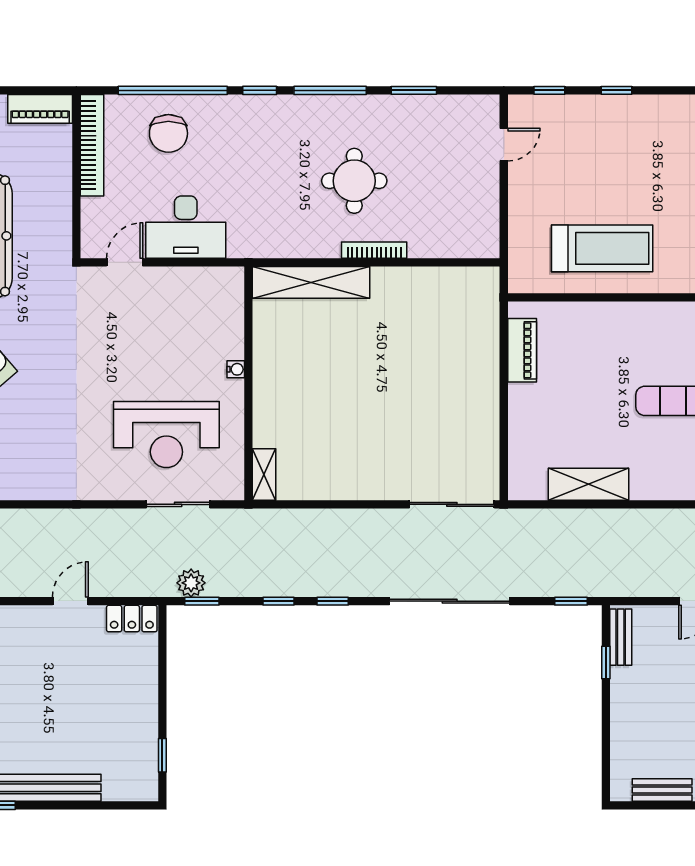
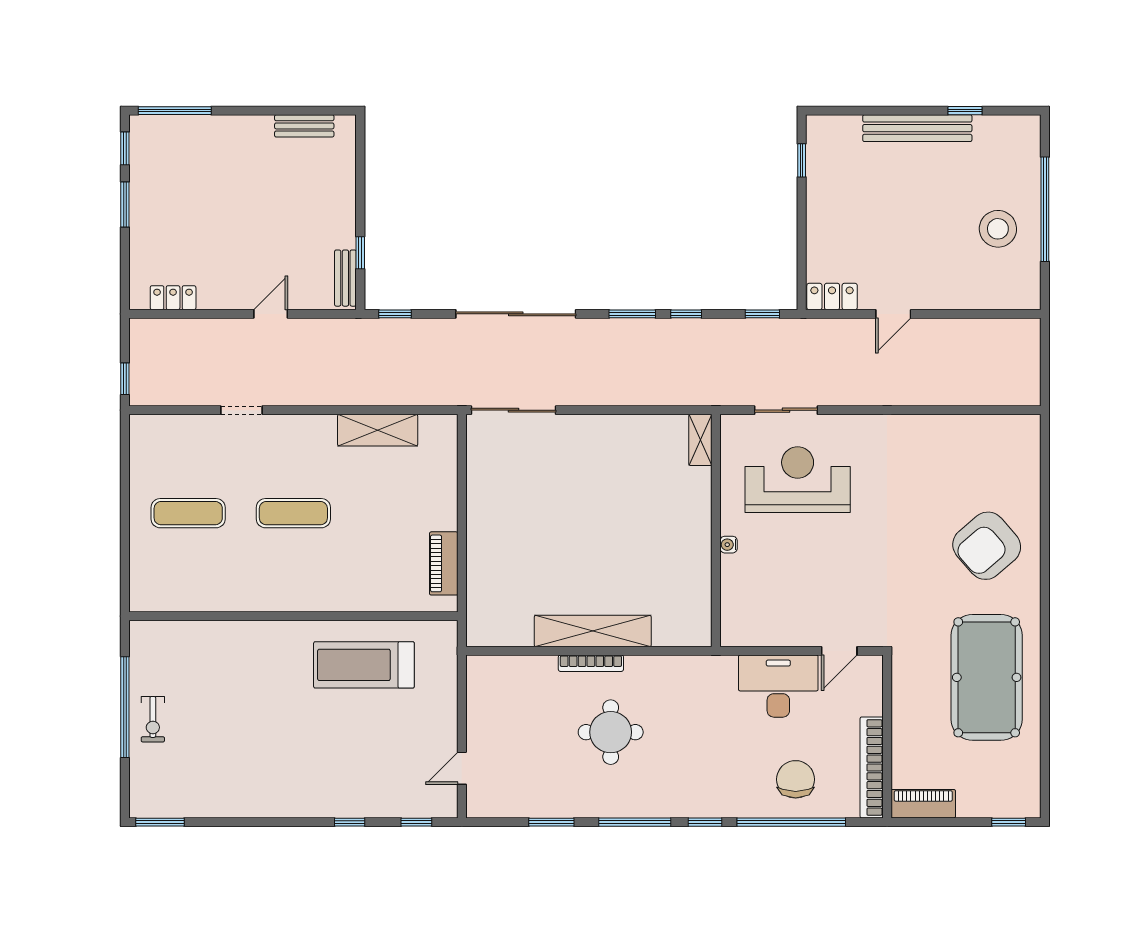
shelving: (311, 282) -> (593, 631), moved
plant: (191, 583) -> (773, 332), removed
window: (333, 601) -> (632, 314), width x1.50

